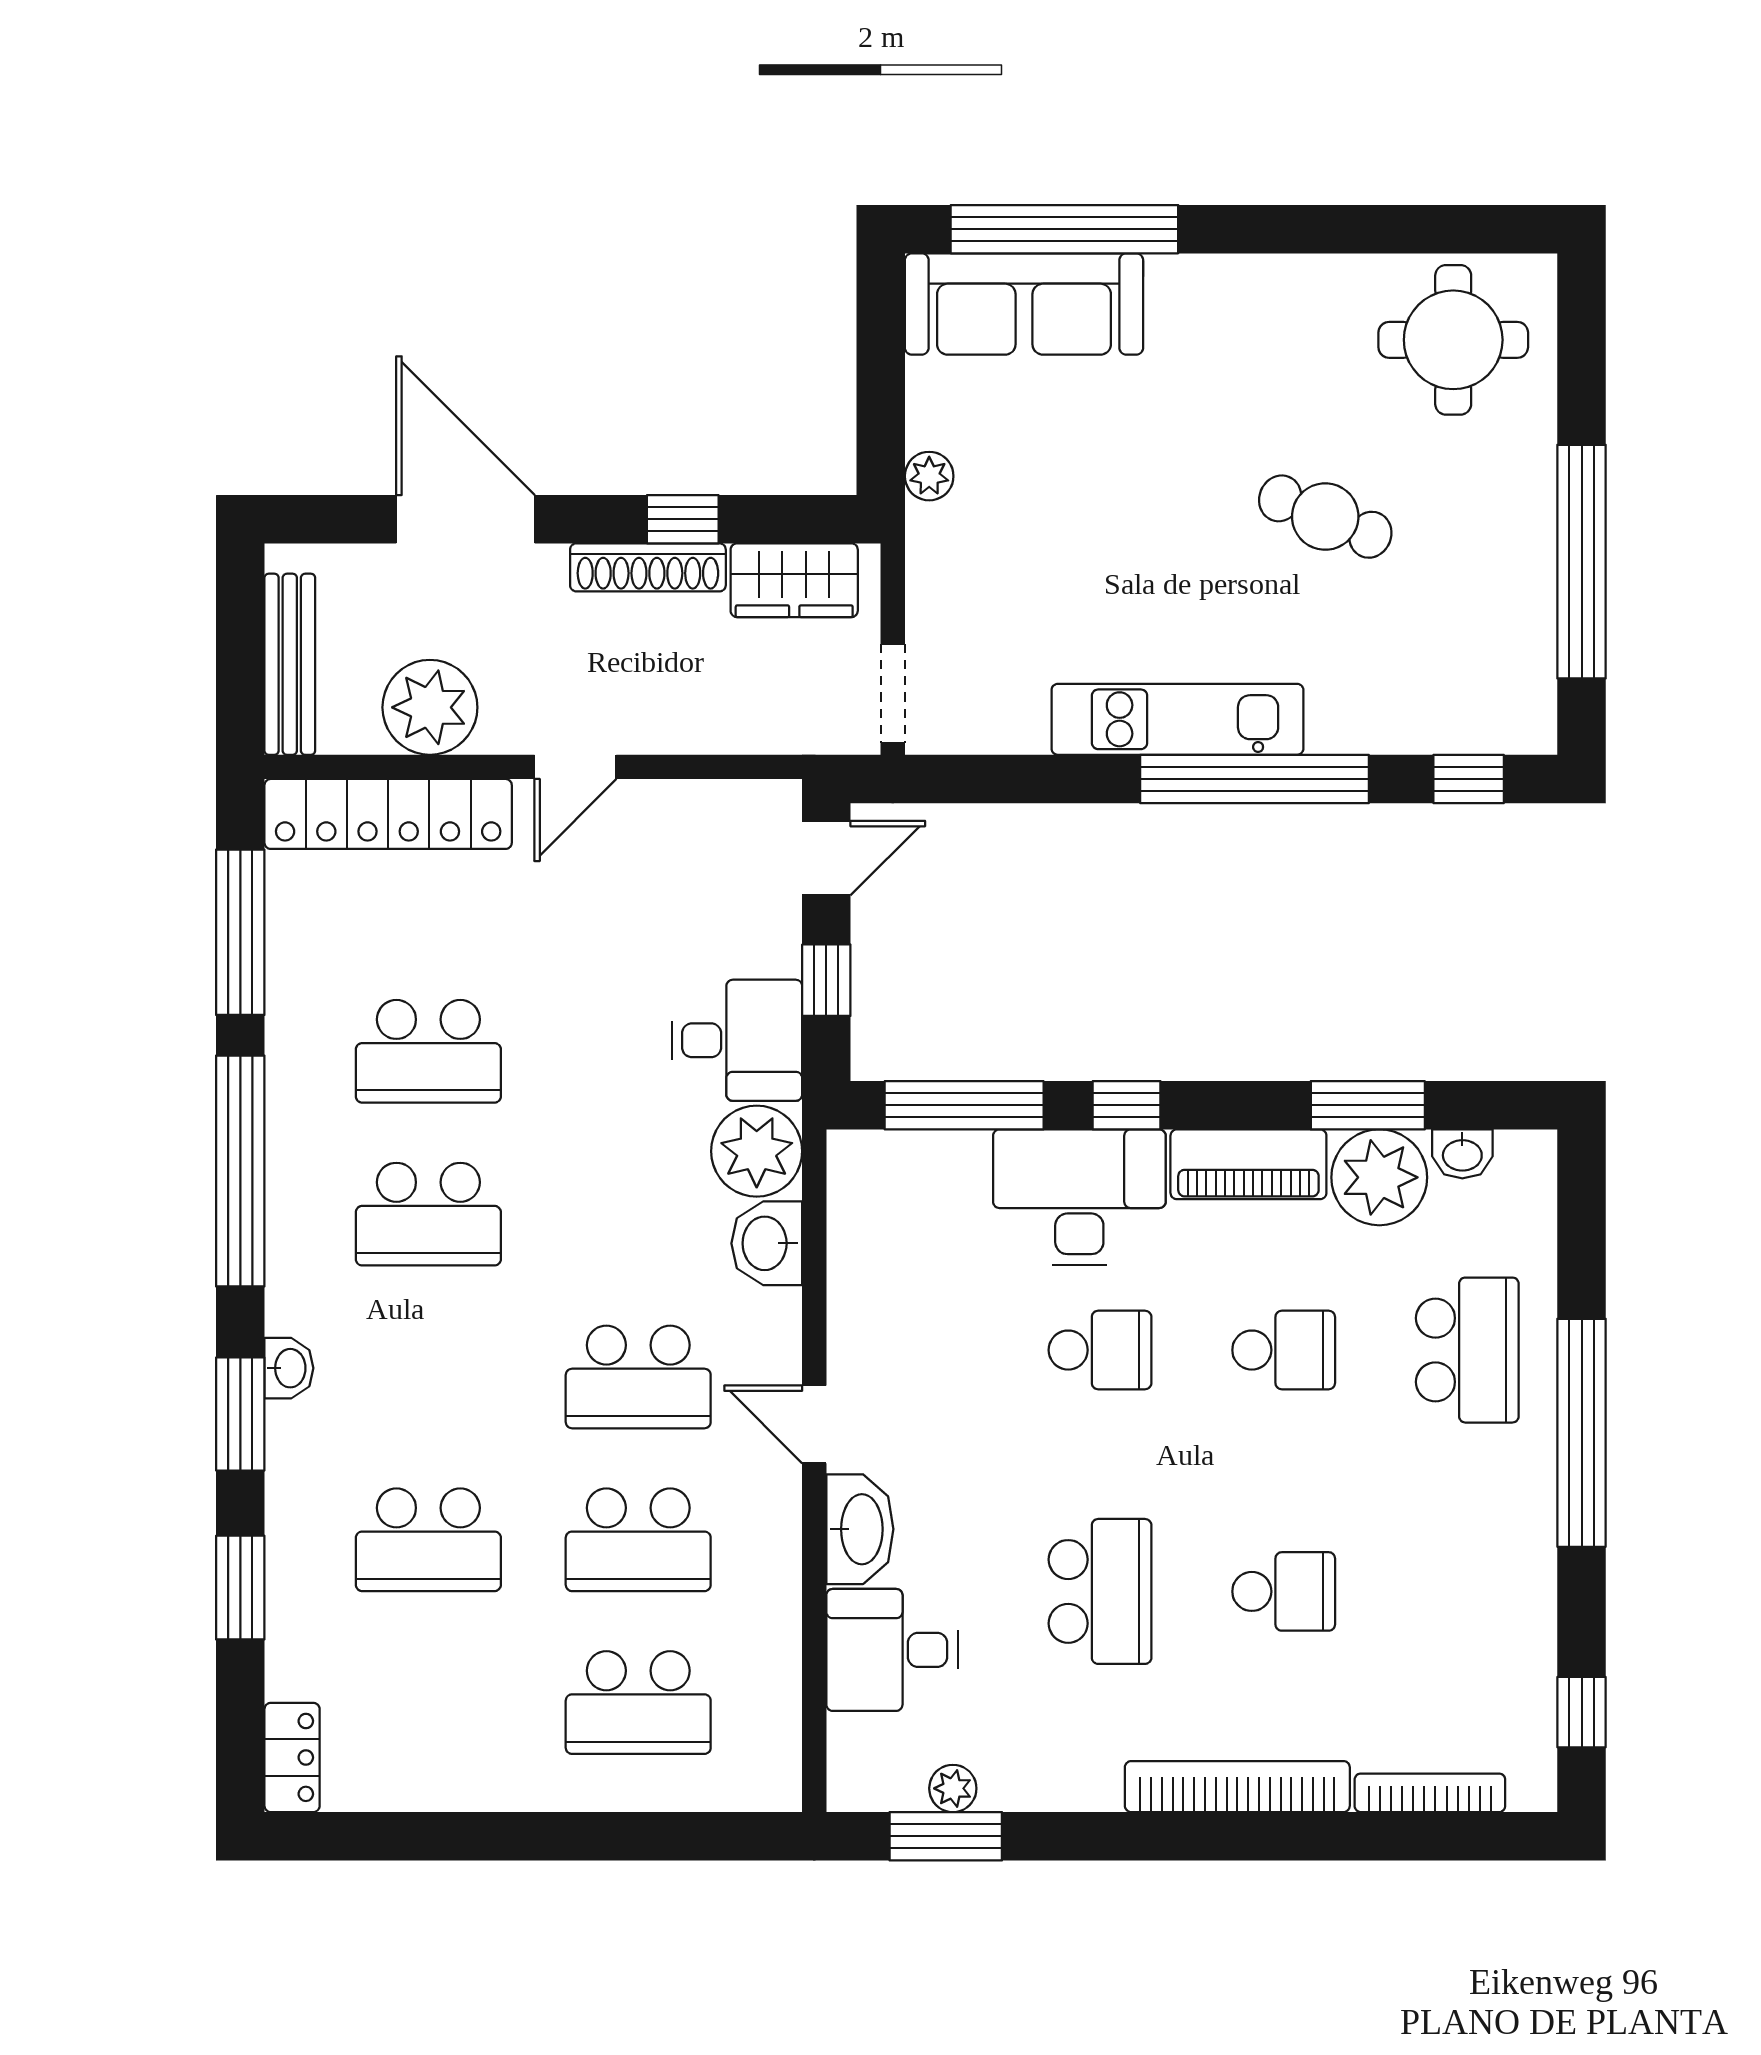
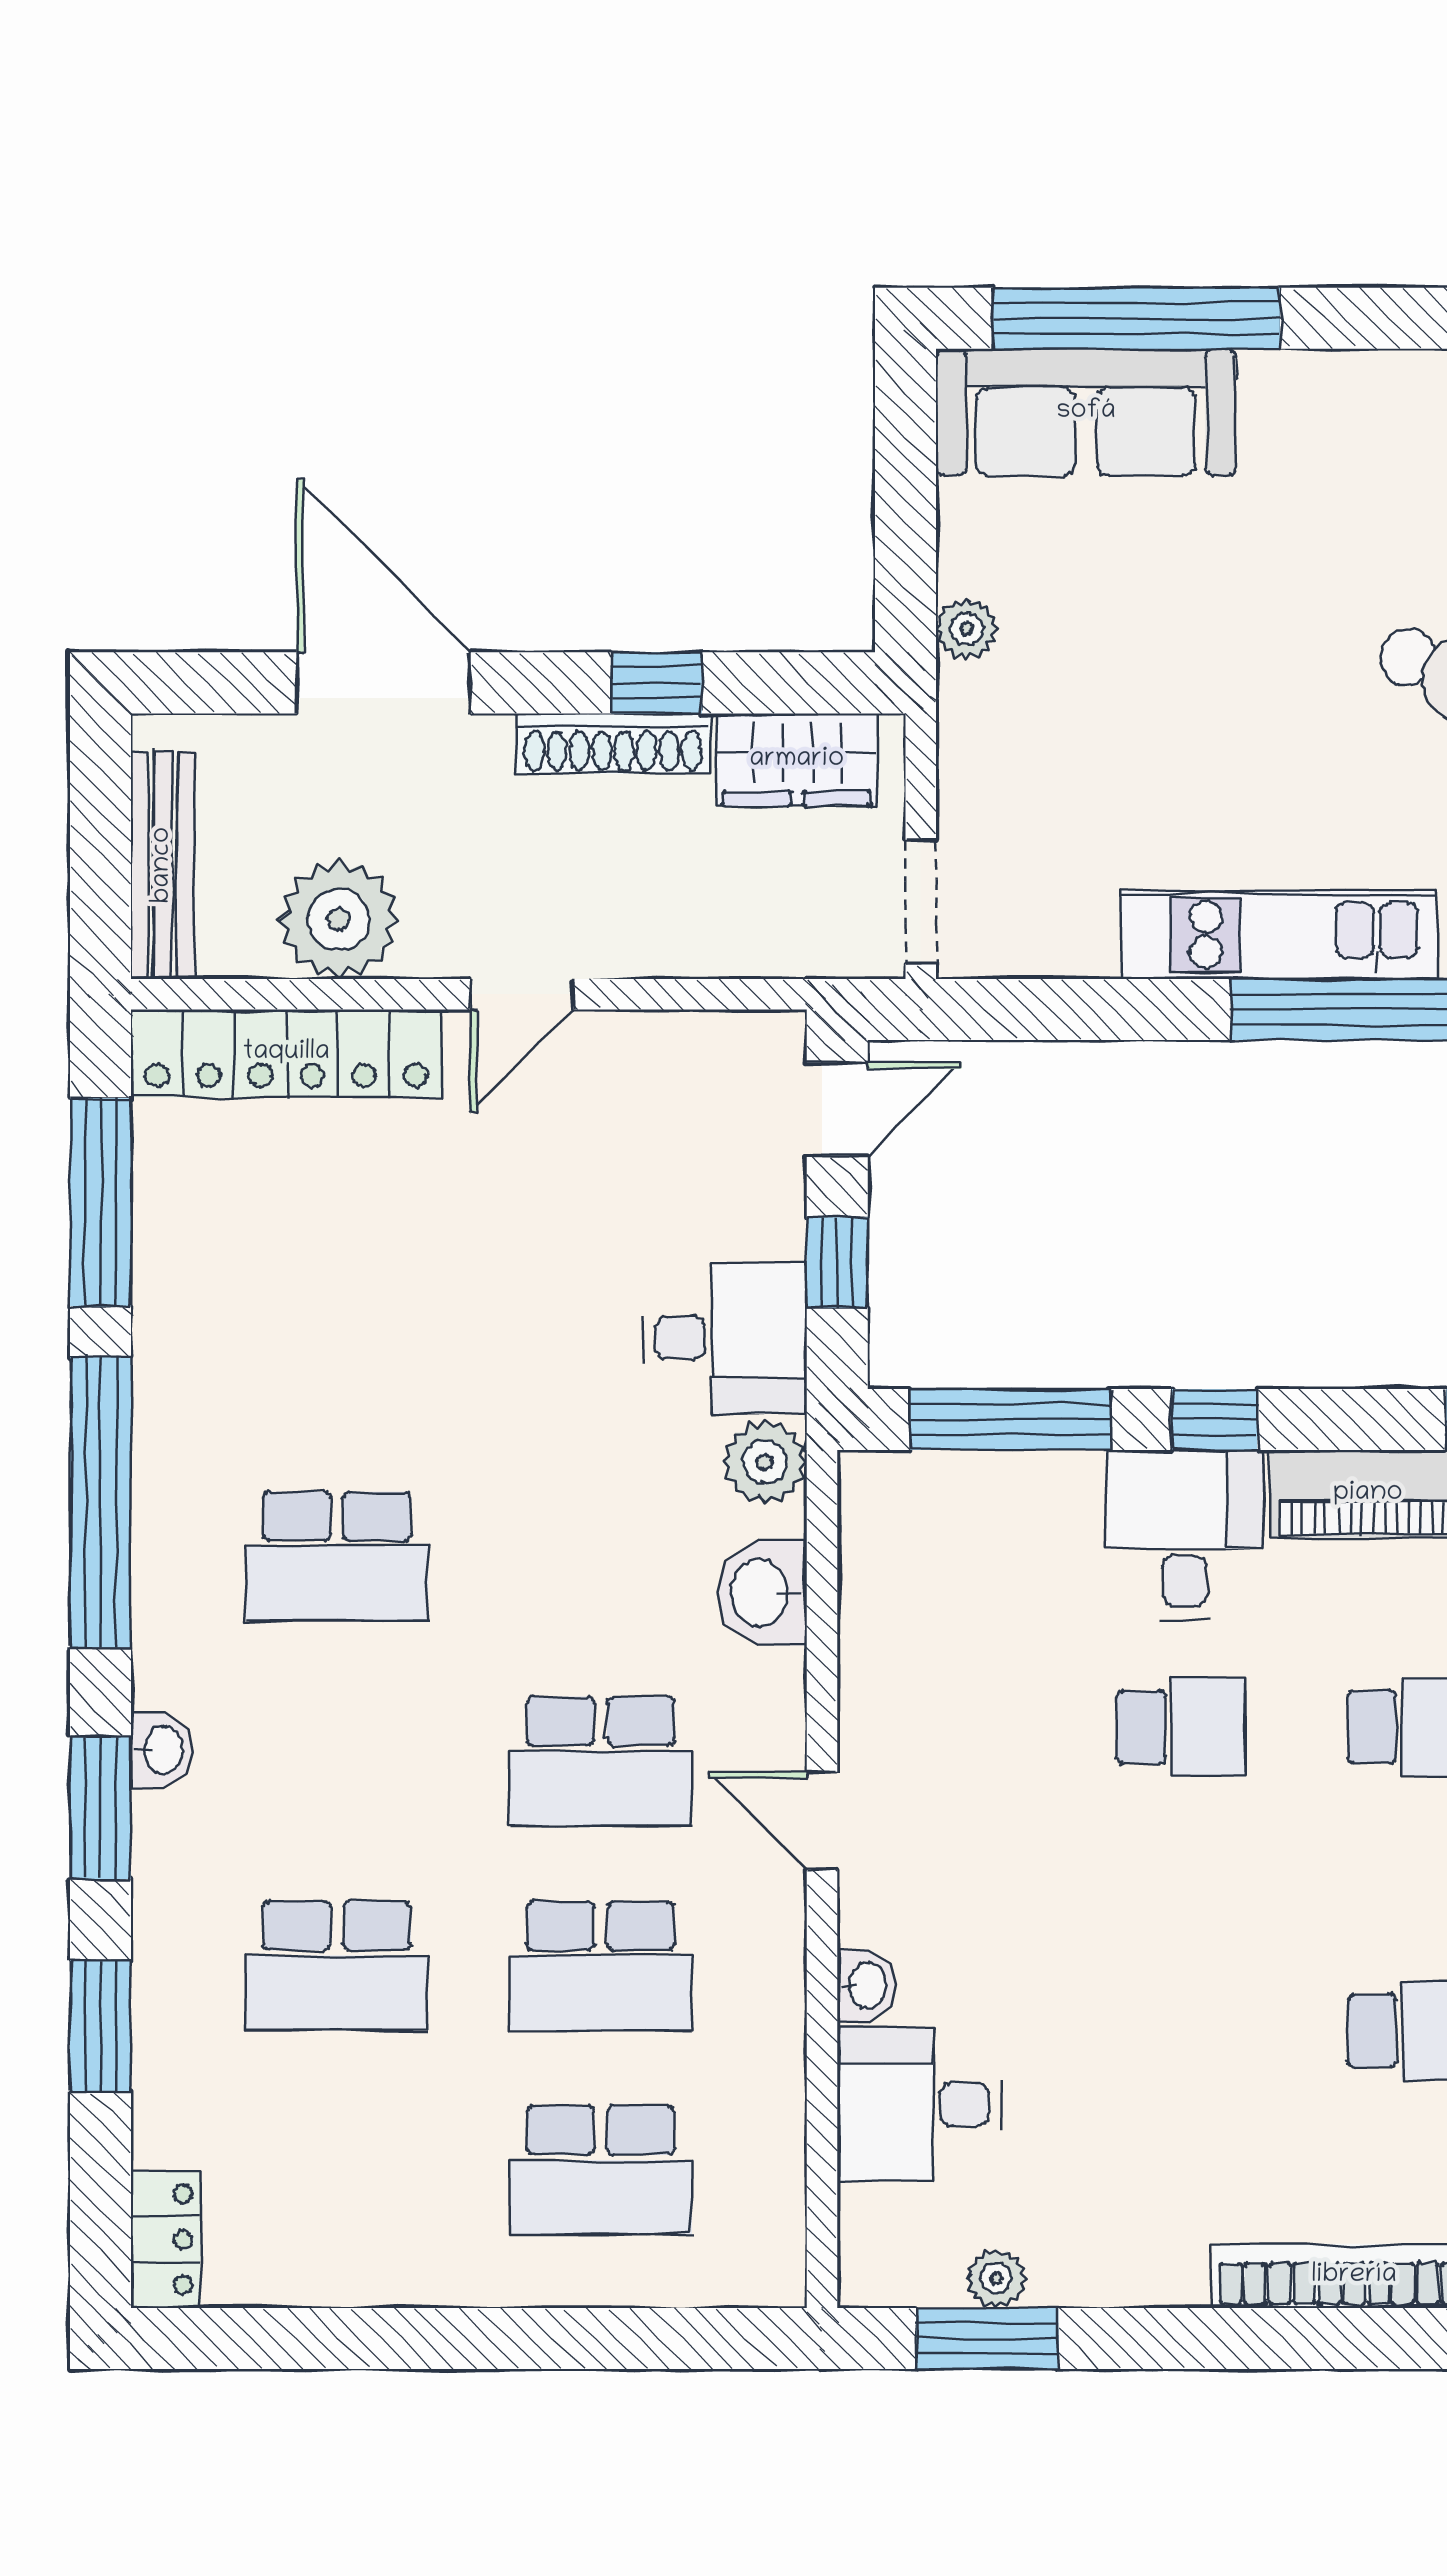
school desk: (428, 1051) -> (337, 1352), removed
plant: (757, 1151) -> (765, 1462), width x0.73, depth x0.73
desk: (1079, 1197) -> (1185, 1535), width x0.73
washbasin: (860, 1529) -> (866, 1985), width x0.52, depth x0.69
school desk: (1100, 1591) -> (1181, 2031), removed

